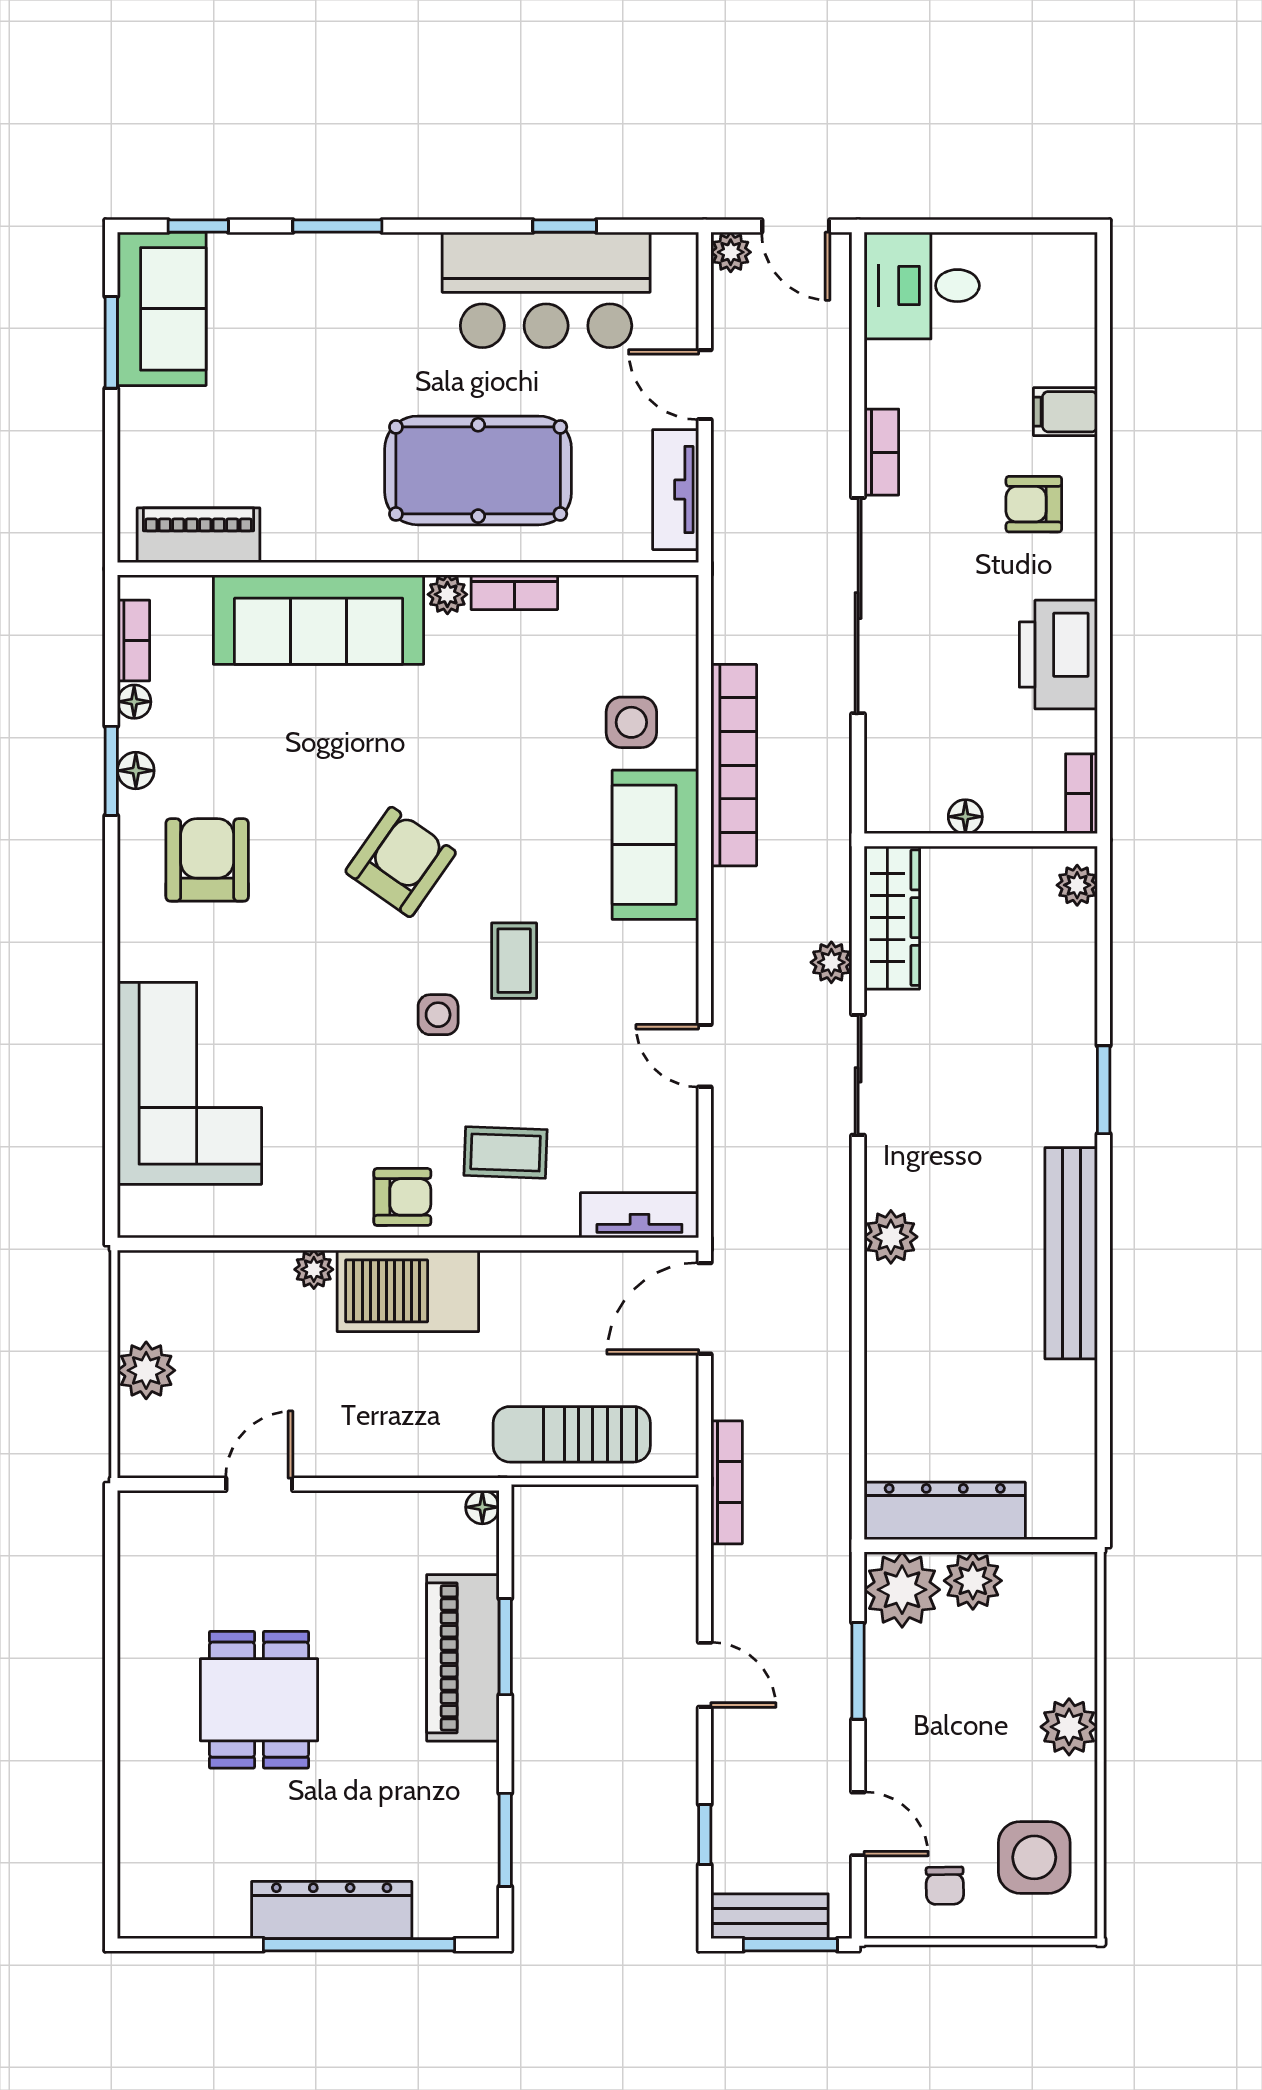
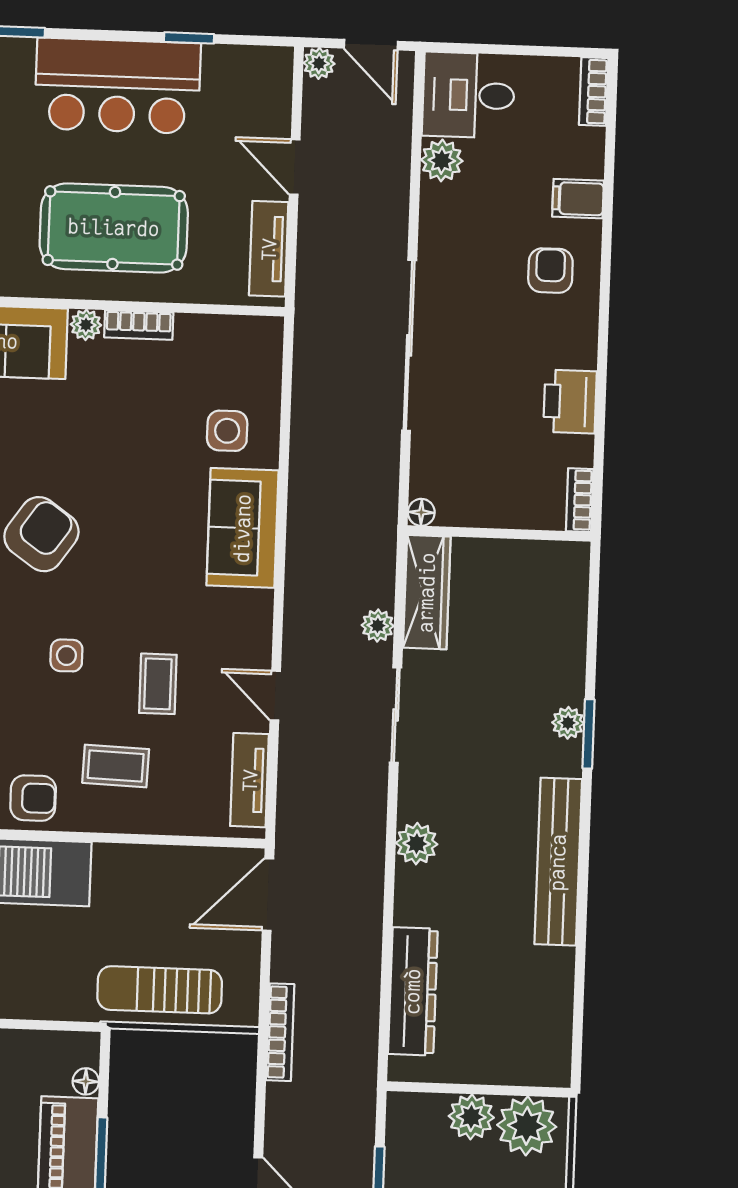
bar counter: (546, 290) -> (118, 86), moved
plant: (891, 370) -> (442, 160), added
bookcase: (881, 452) -> (594, 92), moved, turned 180
armchair: (1034, 504) -> (550, 271), turned 90
printer: (1058, 655) -> (570, 402), width x0.73, depth x0.84
bookcase: (734, 765) -> (306, 467), removed
floor lamp: (965, 817) -> (421, 512), moved
plant: (1077, 885) -> (568, 723), moved
coffee table: (514, 961) -> (158, 684), moved
tv unit: (639, 1215) -> (250, 780), moved, turned -90
floor lamp: (482, 1507) -> (86, 1081), moved
dresser: (945, 1511) -> (413, 991), moved, turned 90
plant: (902, 1590) -> (527, 1126), moved

